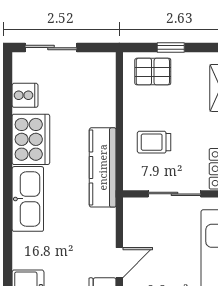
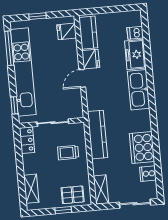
shelving: (105, 76) -> (101, 189), added
trolley: (154, 142) -> (68, 153), turned 180
kitchen sink: (28, 199) -> (139, 90), moved

